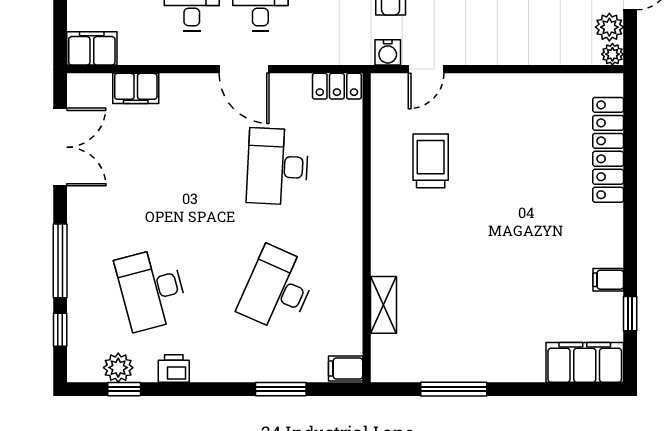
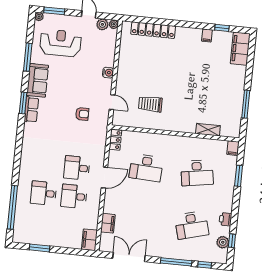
water cooler: (388, 52) -> (108, 73), moved
desk: (278, 289) -> (197, 173), turned -33

